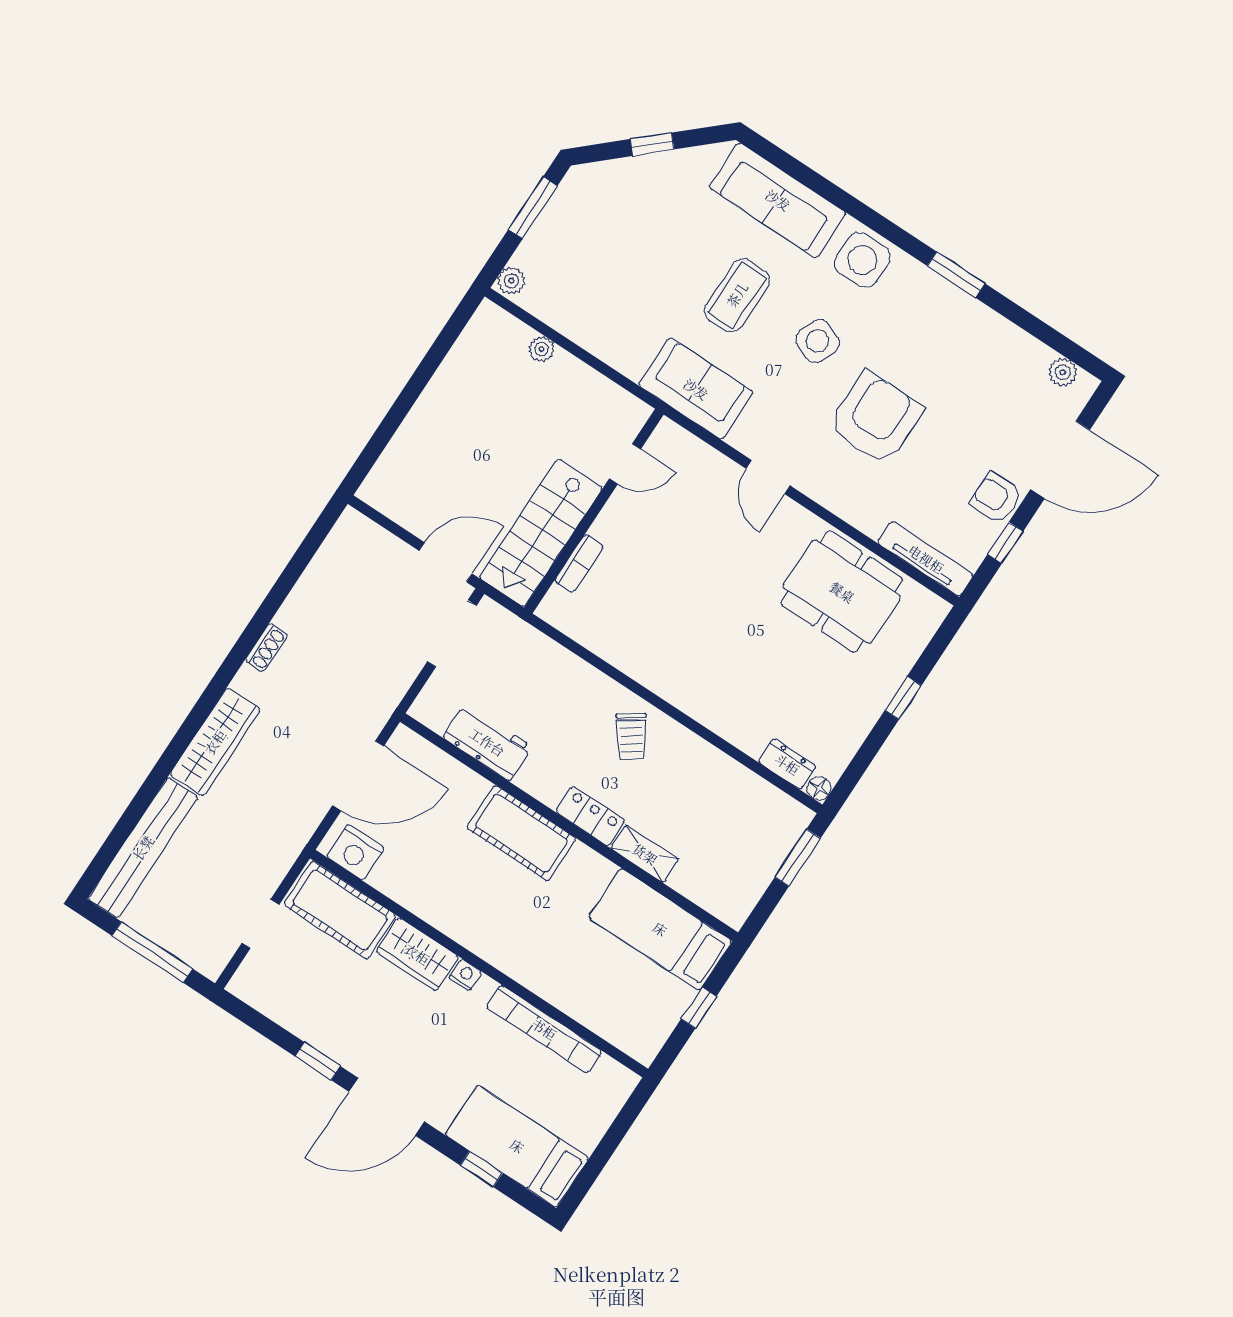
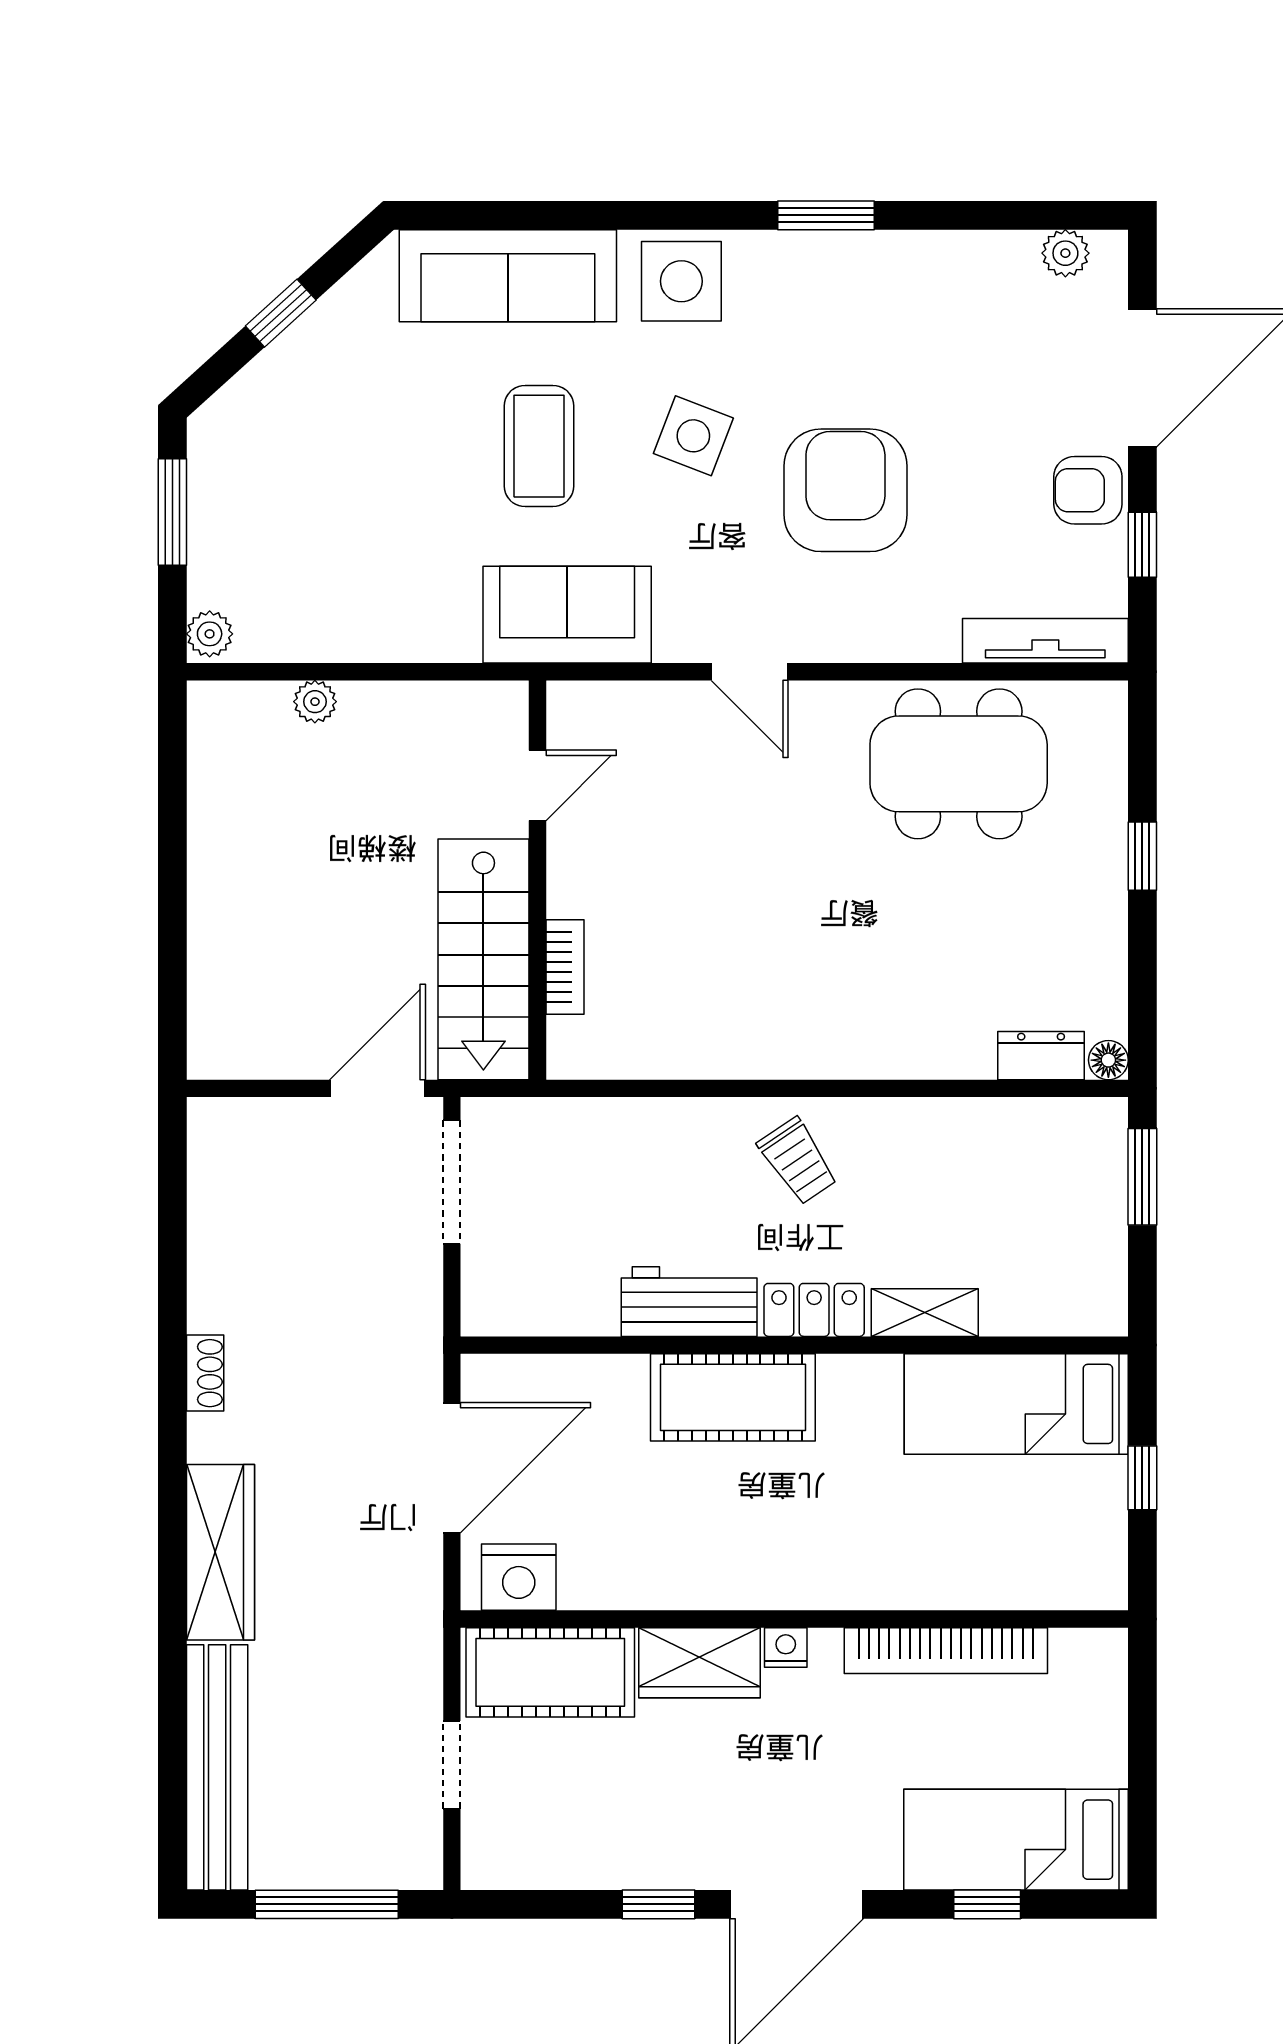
workbench: (487, 742) -> (689, 1302), moved

